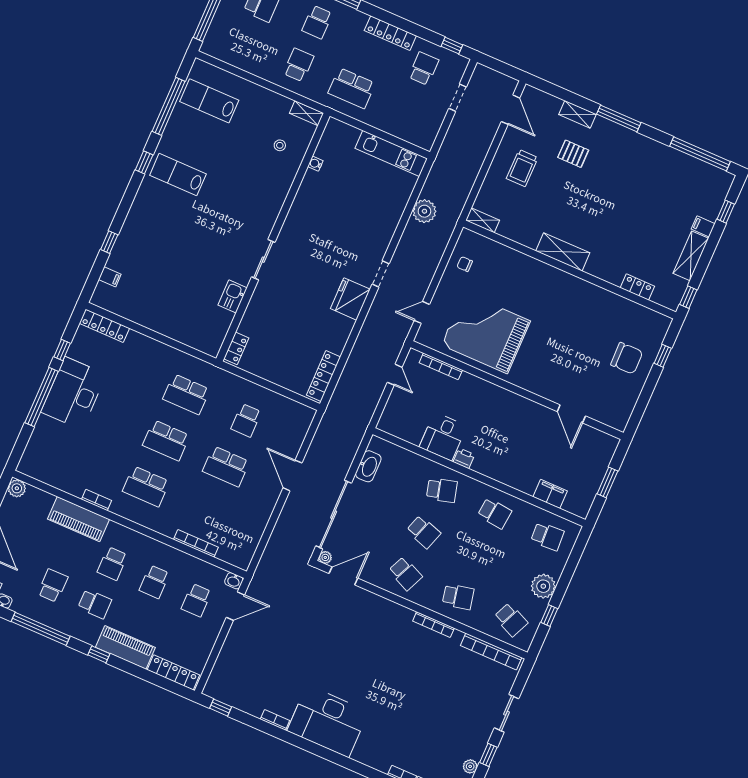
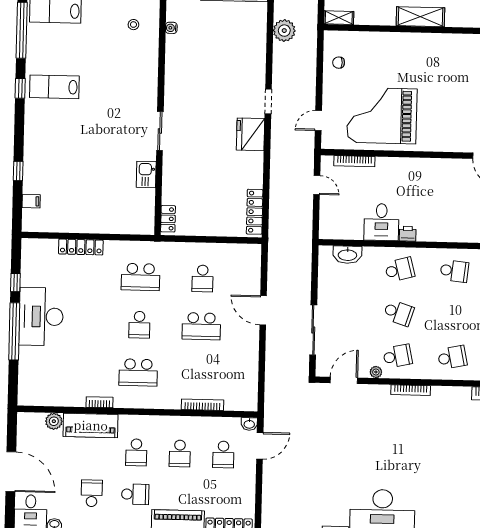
locker: (104, 326) -> (81, 247), moved
school desk: (166, 440) -> (139, 325), width x0.54
washbasin: (368, 466) -> (347, 255), moved, turned 90
plant: (17, 488) -> (54, 421), moved
sliding door: (334, 515) -> (313, 330), width x0.73
plant: (325, 557) -> (376, 372), moved
school desk: (405, 574) -> (398, 356), turned -36
bookcase: (433, 625) -> (411, 390), moved

